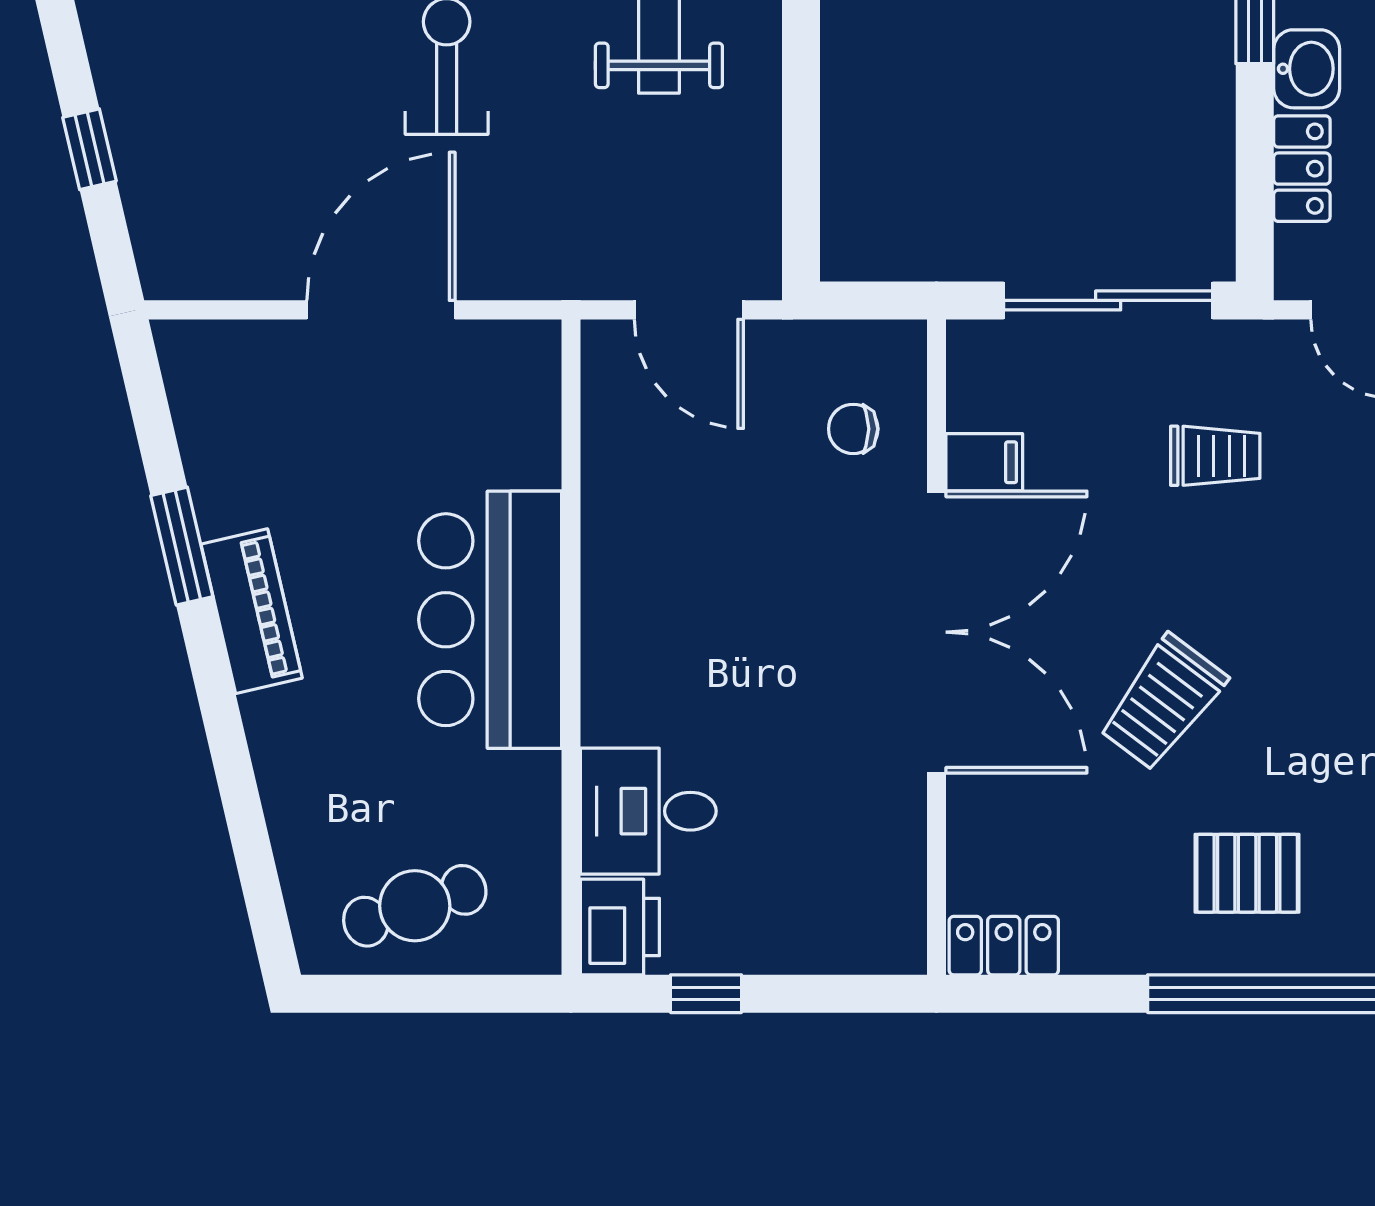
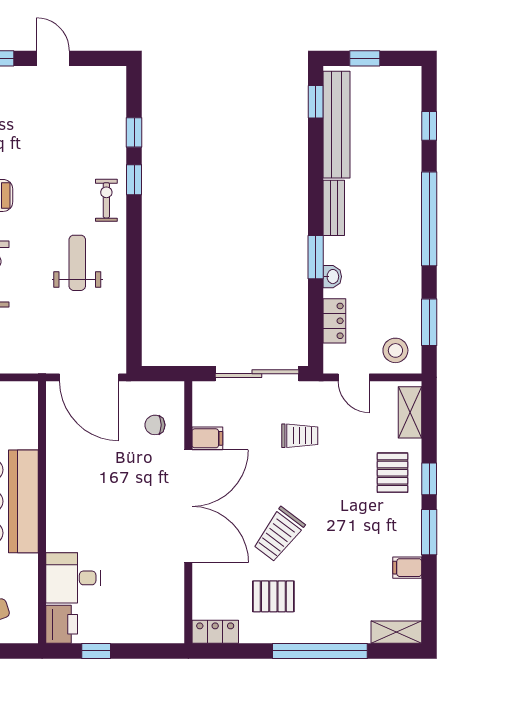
washbasin: (1307, 69) -> (332, 277), width x0.72, depth x0.69
door: (689, 310) -> (89, 377), width x1.36
pallet: (1247, 873) -> (273, 596), moved

